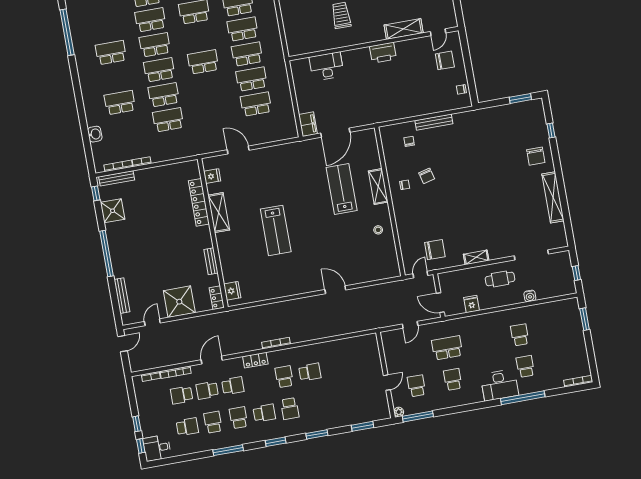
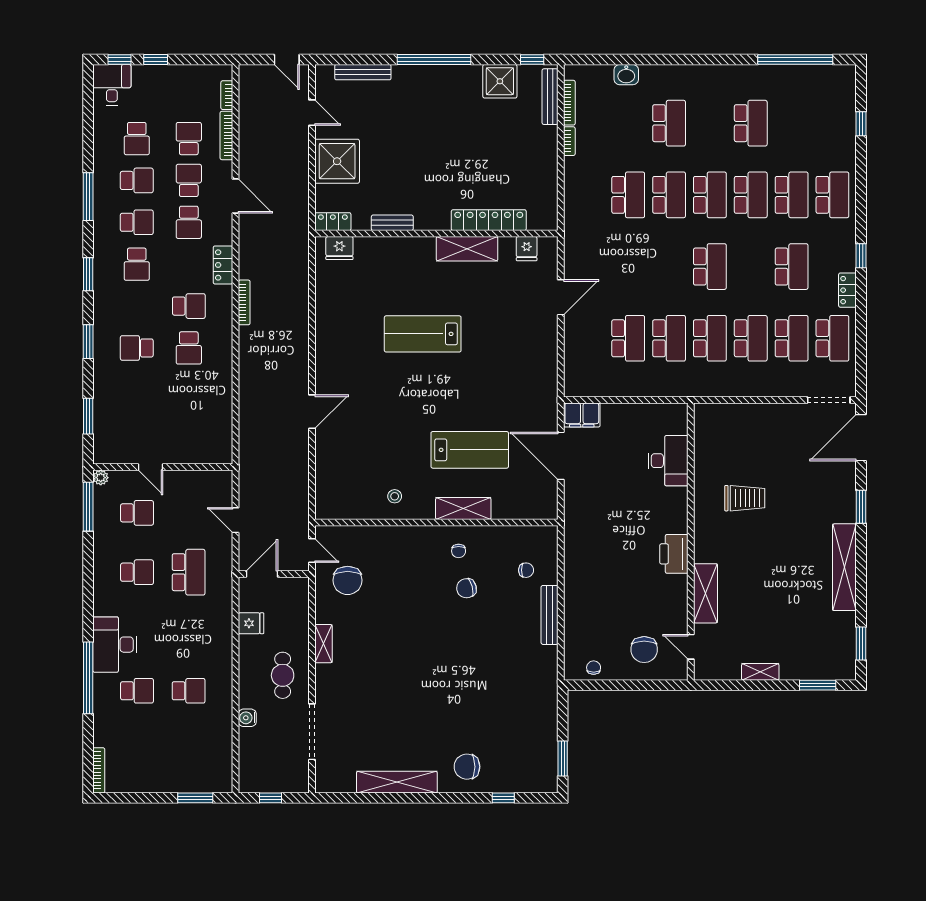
school desk: (290, 409) -> (137, 348), moved

